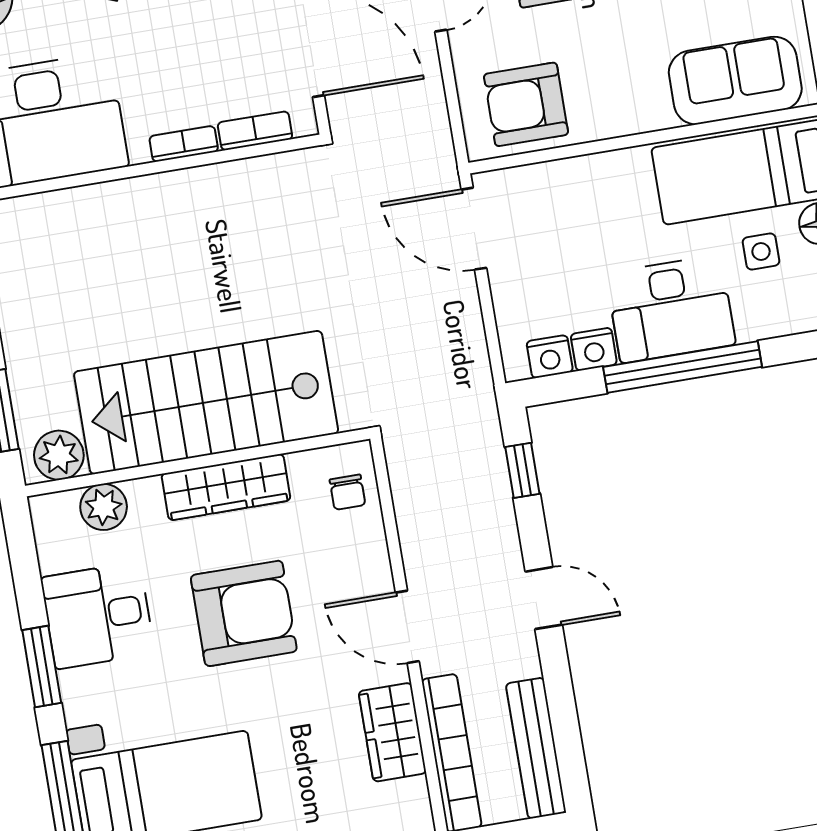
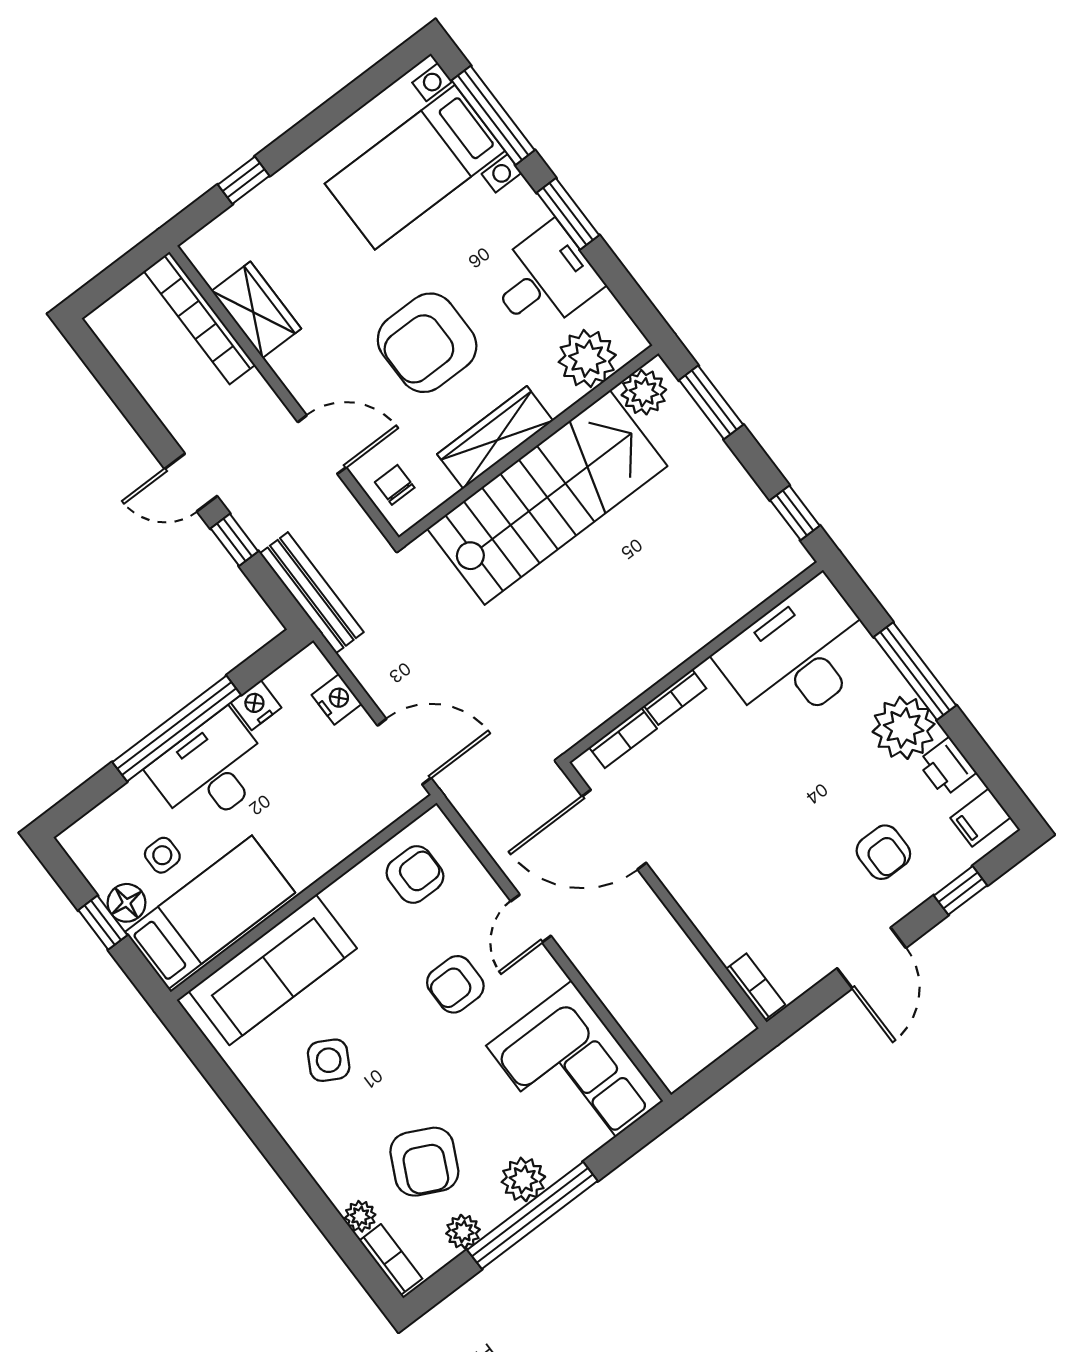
sofa: (735, 81) -> (273, 970), width x1.36
armchair: (526, 104) -> (415, 874), width x0.72, depth x0.72
nightstand: (550, 357) -> (337, 699), moved, turned 90
window: (522, 470) -> (234, 540), moved
plant: (104, 507) -> (587, 359), width x1.36, depth x1.36
door: (407, 627) -> (322, 445), moved
bench: (536, 748) -> (312, 593), moved

